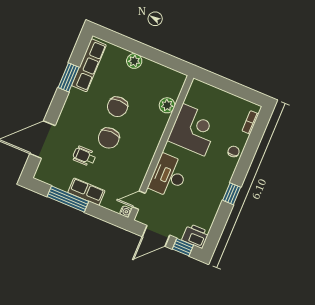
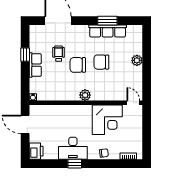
row of seats: (89, 65) -> (108, 31), moved
plant: (167, 105) -> (85, 95), moved
desk: (169, 176) -> (73, 148), moved, turned 180
window: (68, 199) -> (25, 55), width x0.46
door: (139, 200) -> (133, 103), moved
window: (183, 247) -> (25, 146), removed

